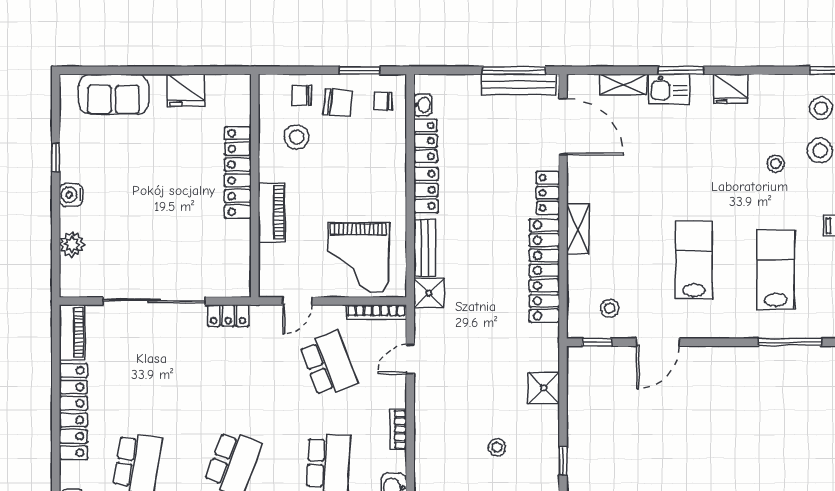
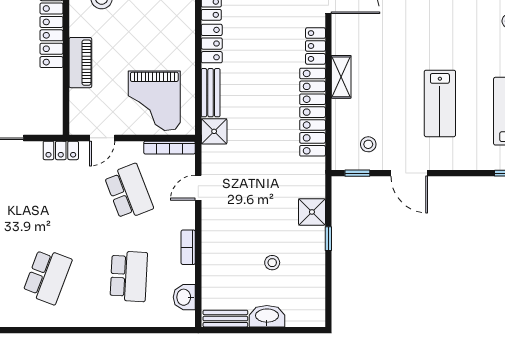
lab bench: (694, 260) -> (440, 103), turned 180
locker: (228, 316) -> (61, 150), moved
door: (658, 342) -> (409, 173), hinge flipped
window: (563, 461) -> (328, 239), moved

